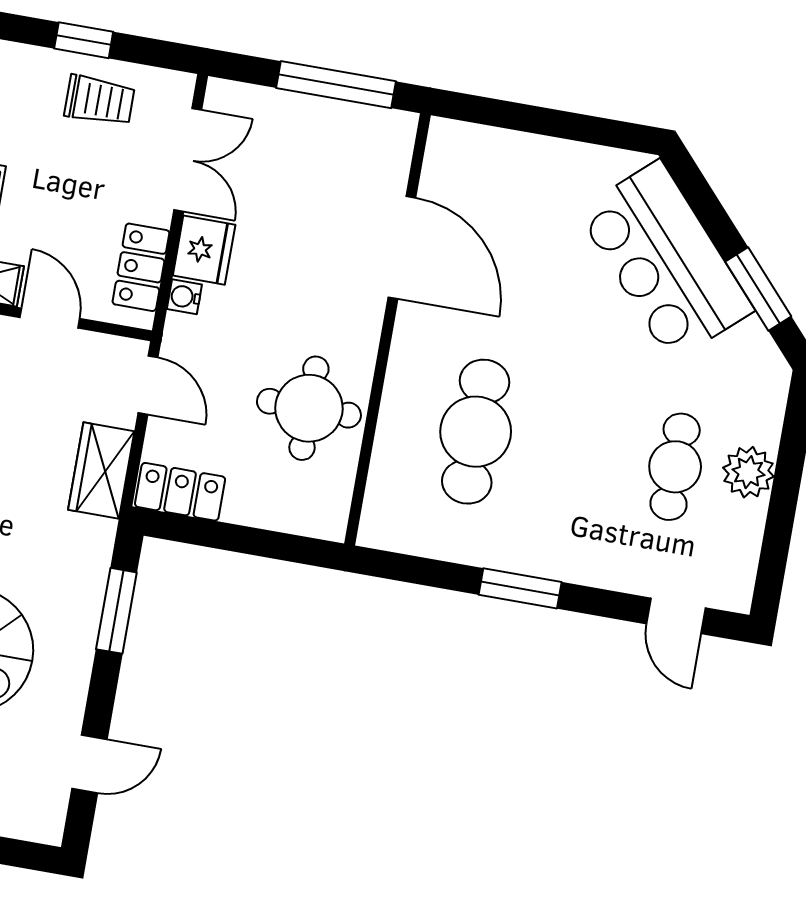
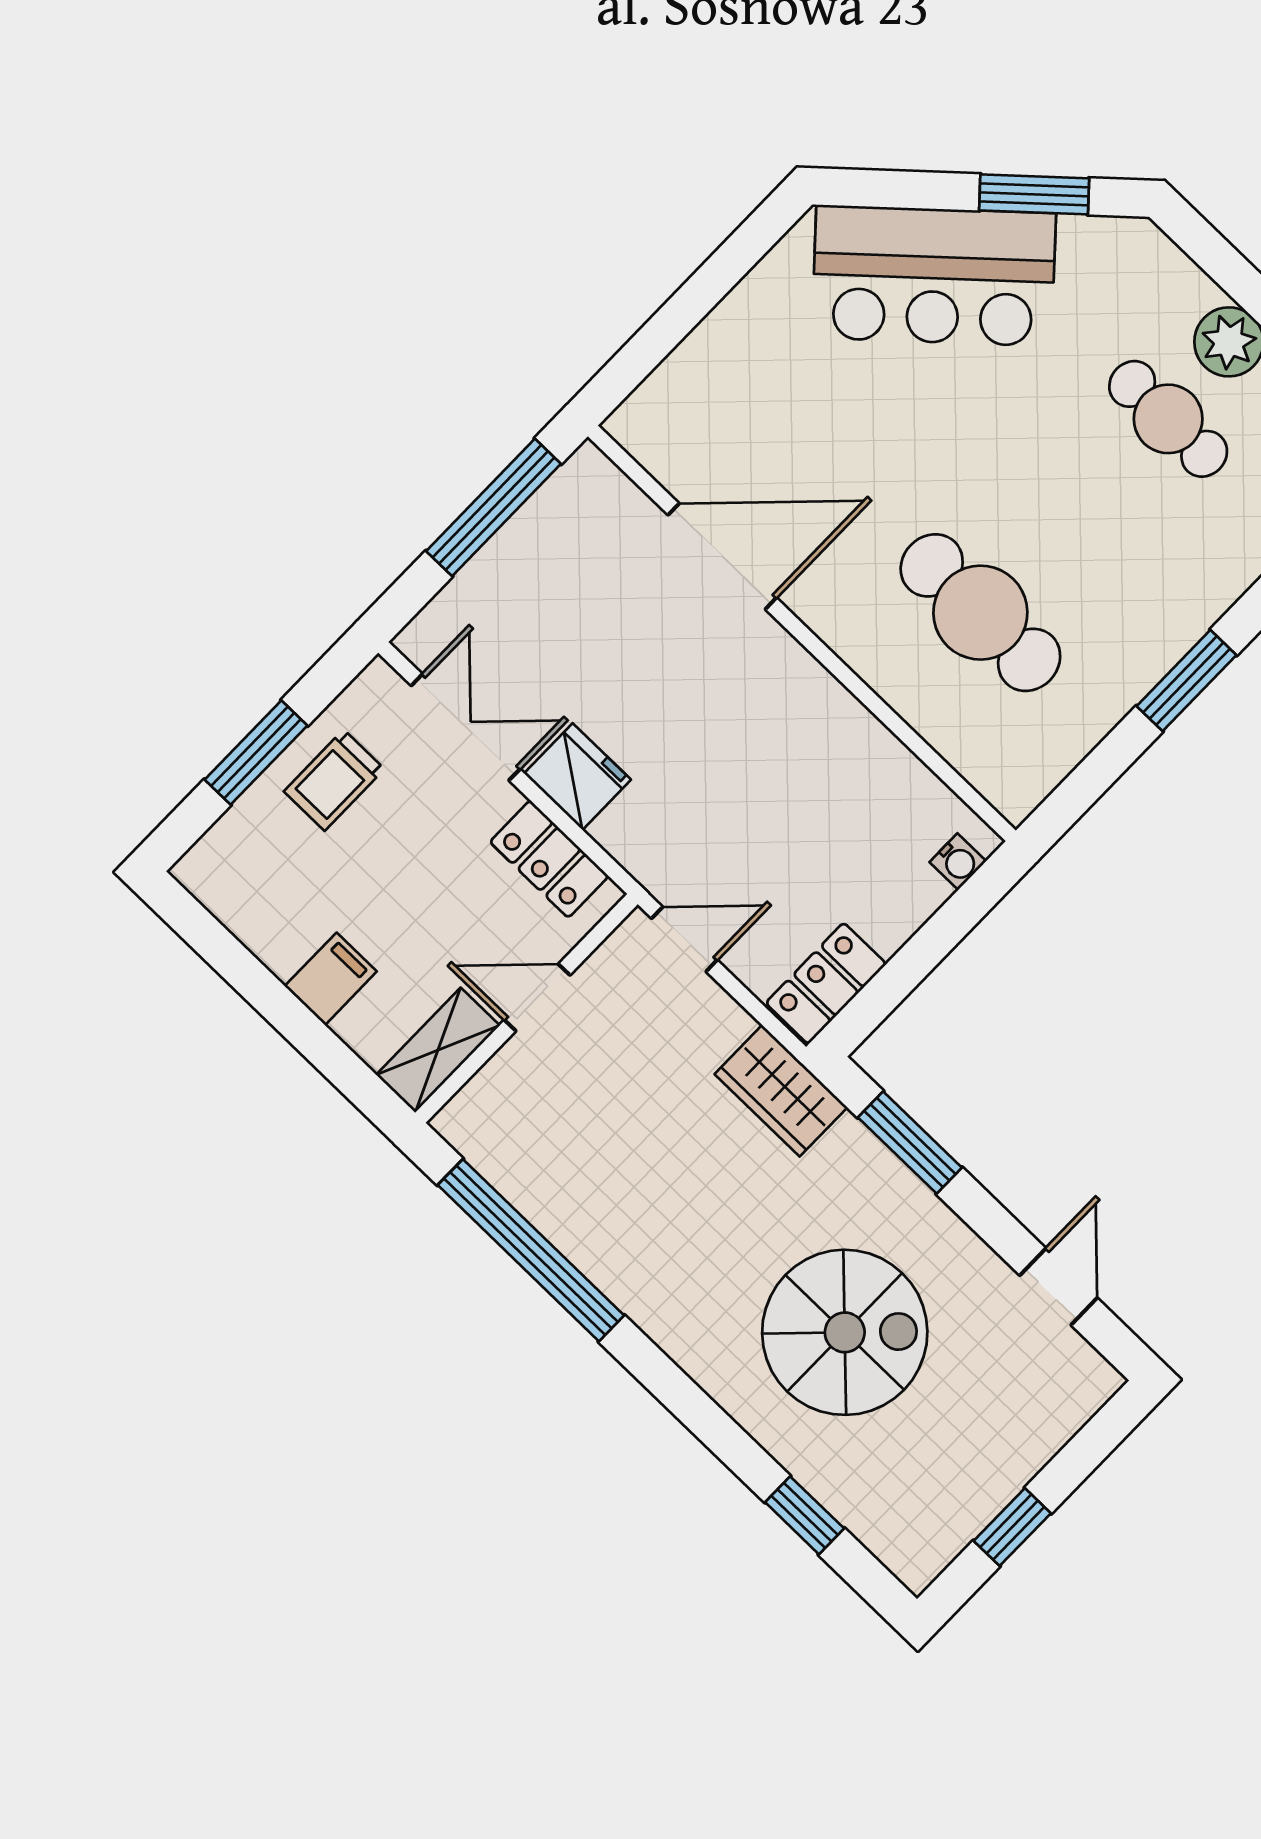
window: (84, 40) -> (256, 753), width x1.50
trolley: (99, 100) -> (334, 780), turned 180
water cooler: (184, 297) -> (958, 862), moved, turned -90
round table: (309, 408) -> (830, 779), removed
wardrobe: (101, 471) -> (781, 1091), moved

